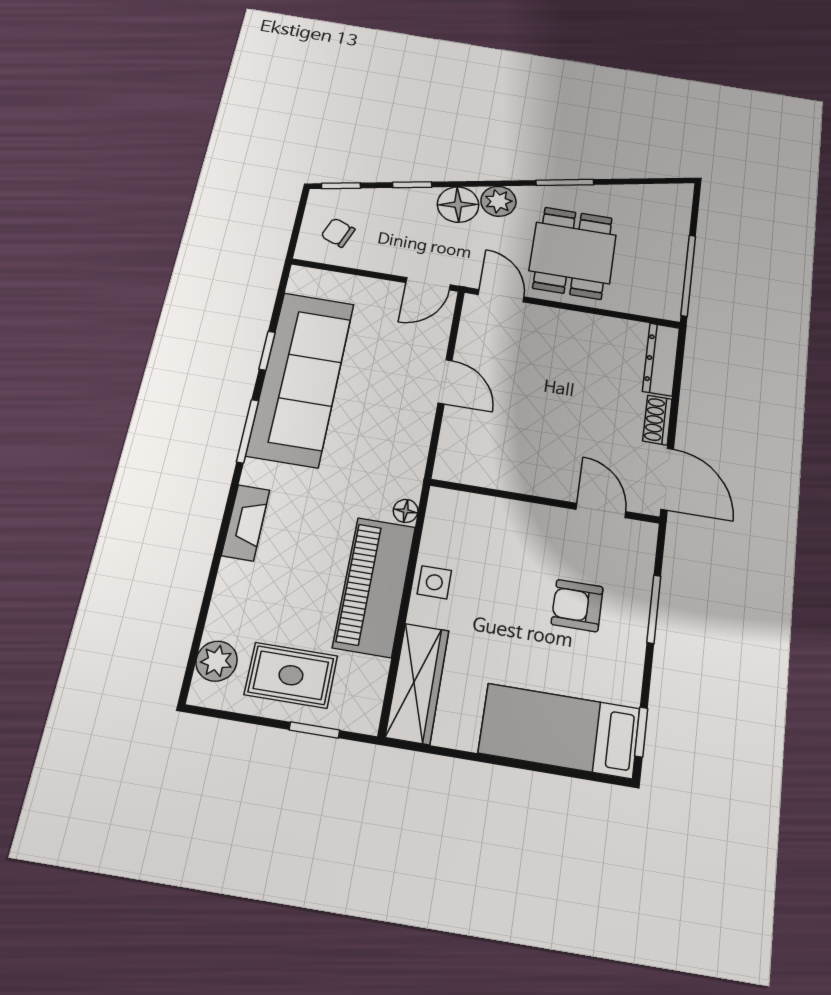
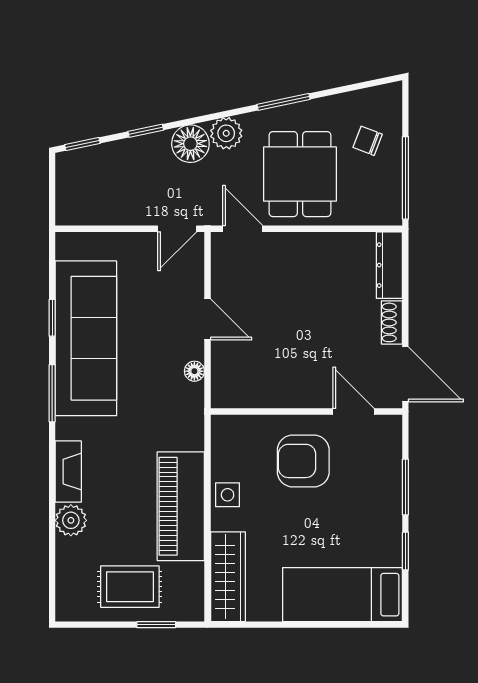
chair: (338, 233) -> (368, 141), moved
floor lamp: (406, 511) -> (194, 371), moved
armchair: (577, 606) -> (303, 461), moved, width x1.38, depth x1.38
plant: (217, 661) -> (71, 520), moved
window: (641, 732) -> (405, 551), moved

